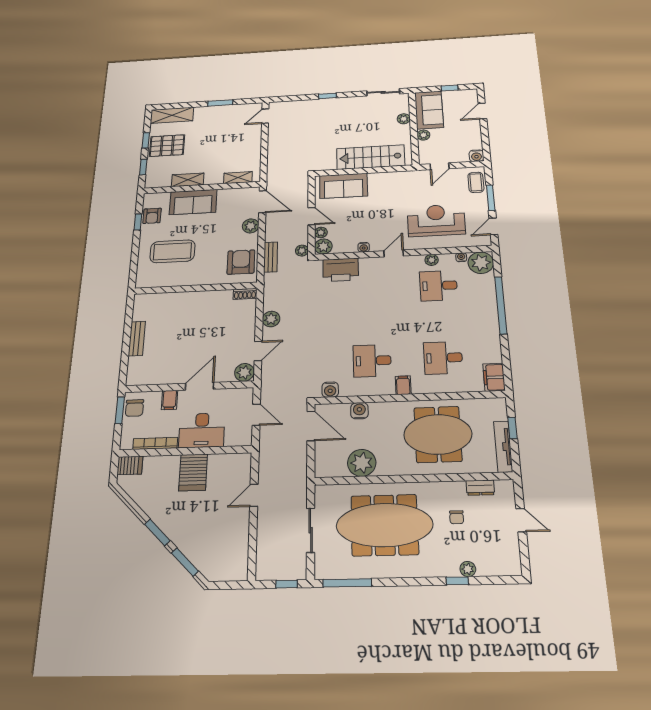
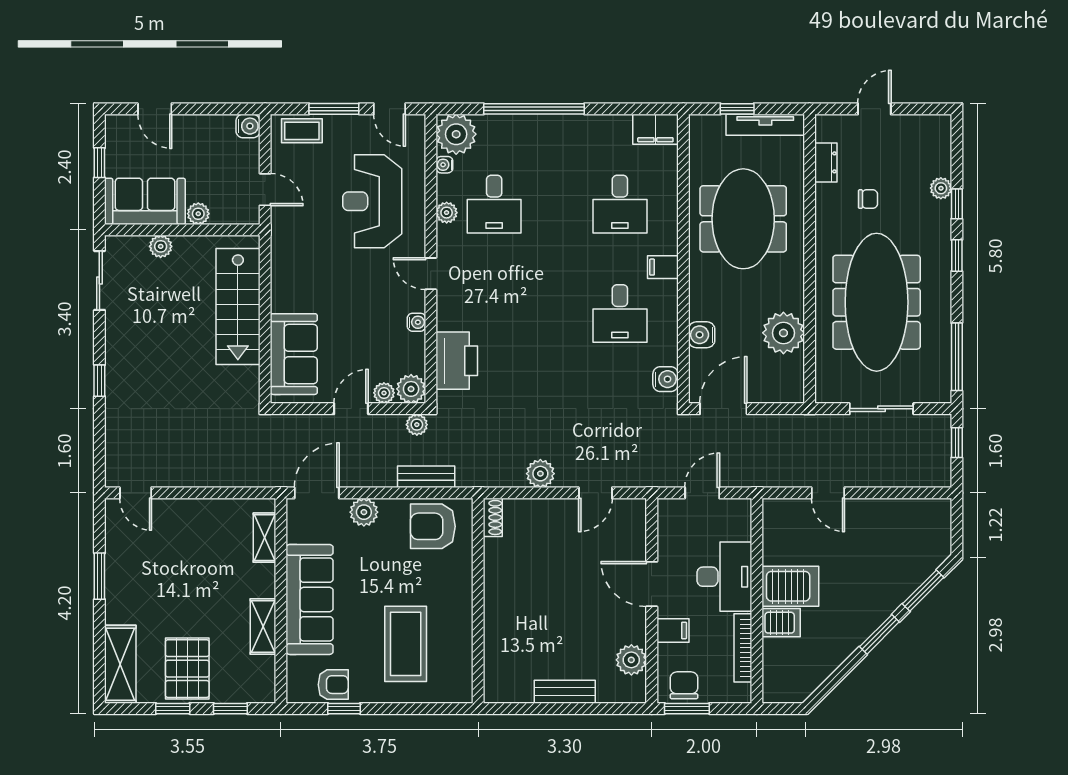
sofa: (193, 202) -> (310, 599), width x1.36
door: (258, 351) -> (595, 493), swing flipped
plant: (244, 372) -> (631, 660), moved
chair: (134, 408) -> (684, 685), turned -90
server rack: (130, 465) -> (781, 623), moved, turned 90
window: (420, 582) -> (957, 256), added

